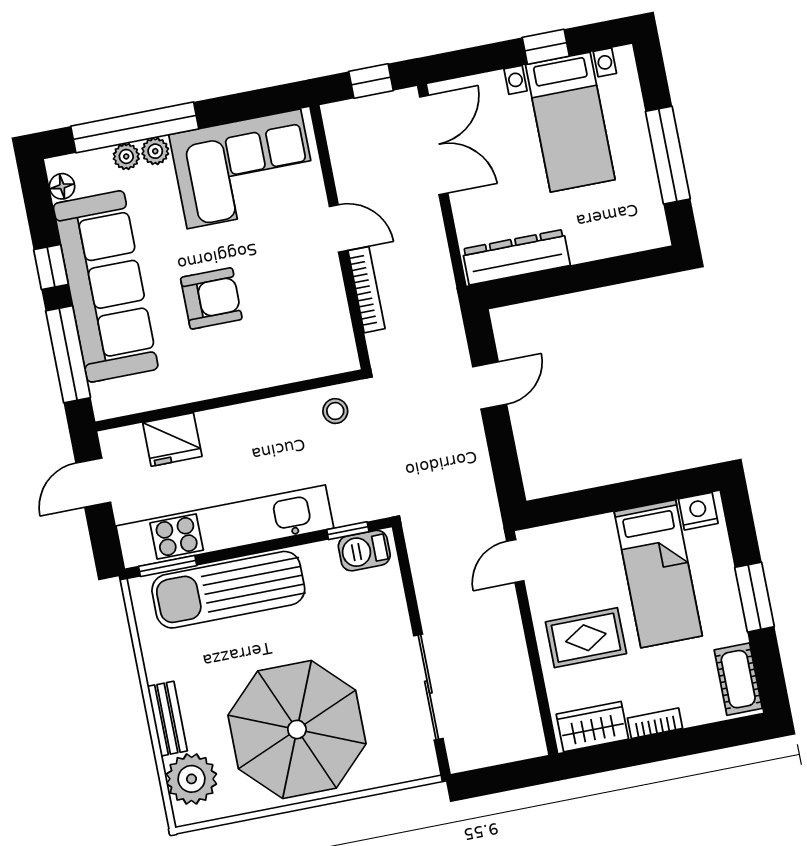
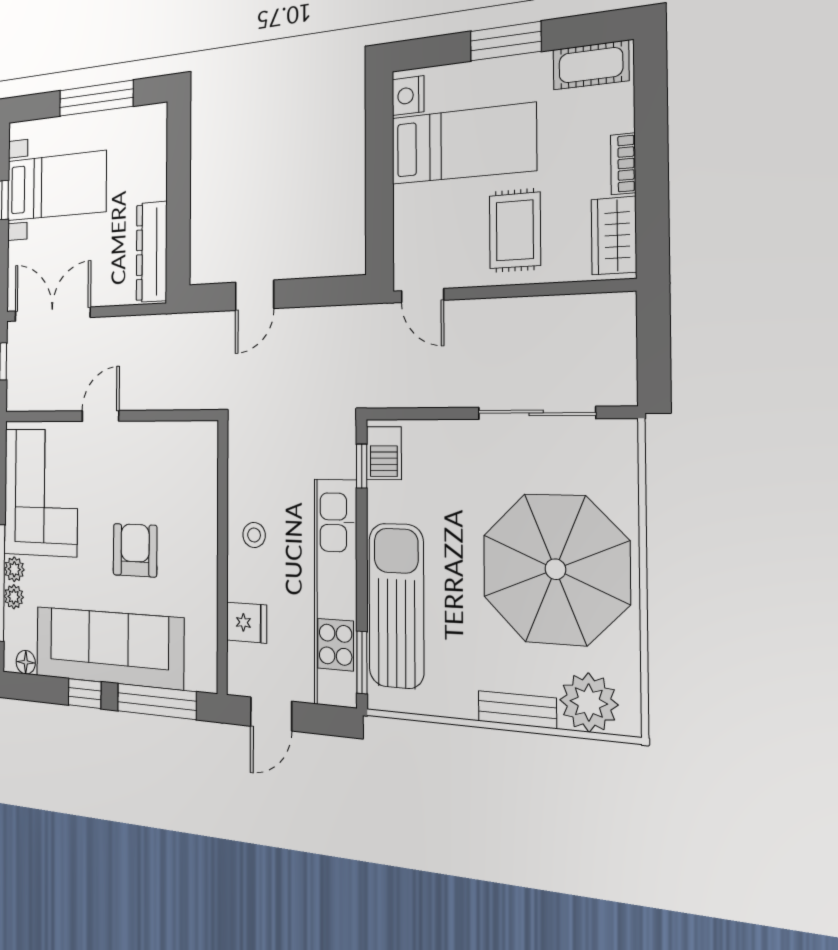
bookcase: (367, 290) -> (153, 400), removed
door: (490, 386) -> (255, 295), swing flipped
stool: (335, 411) -> (254, 535), moved
fridge: (172, 439) -> (247, 623), width x0.72
door: (93, 483) -> (271, 714), hinge flipped
sun lounger: (228, 590) -> (396, 606), turned 180

